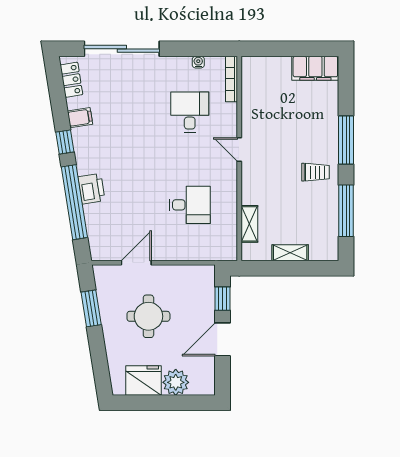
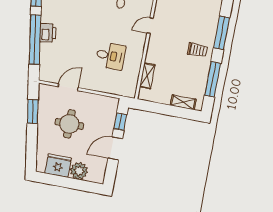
door: (239, 150) -> (150, 26), hinge flipped
shelving: (290, 253) -> (183, 102), moved

